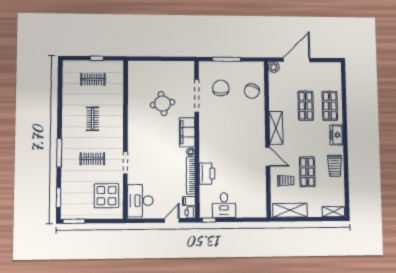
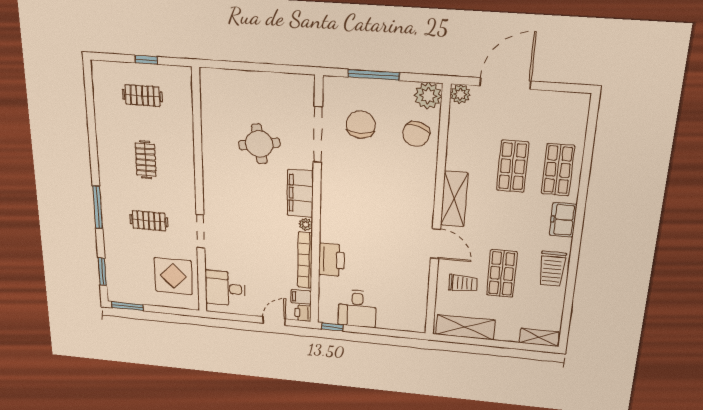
plant: (257, 69) -> (428, 96), added
desk: (140, 201) -> (225, 288), width x0.73

